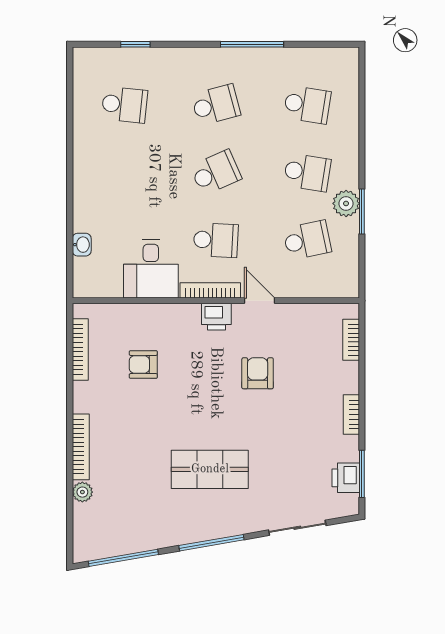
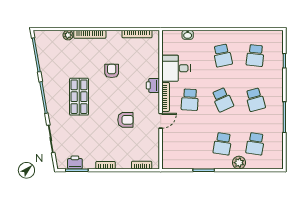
plant: (346, 203) -> (239, 163), moved
school desk: (307, 240) -> (223, 55), moved
printer: (216, 317) -> (153, 85), moved
armchair: (143, 364) -> (112, 71), moved

